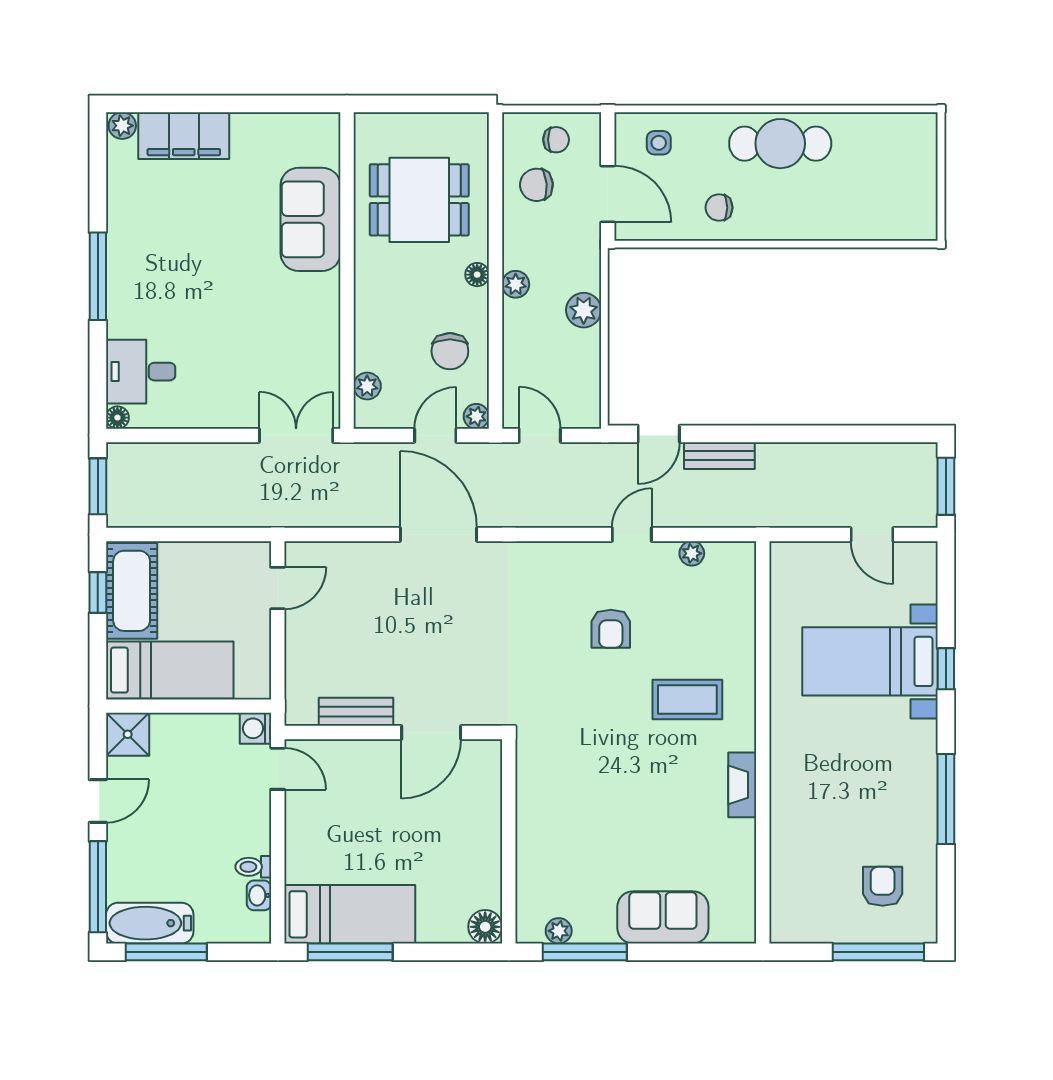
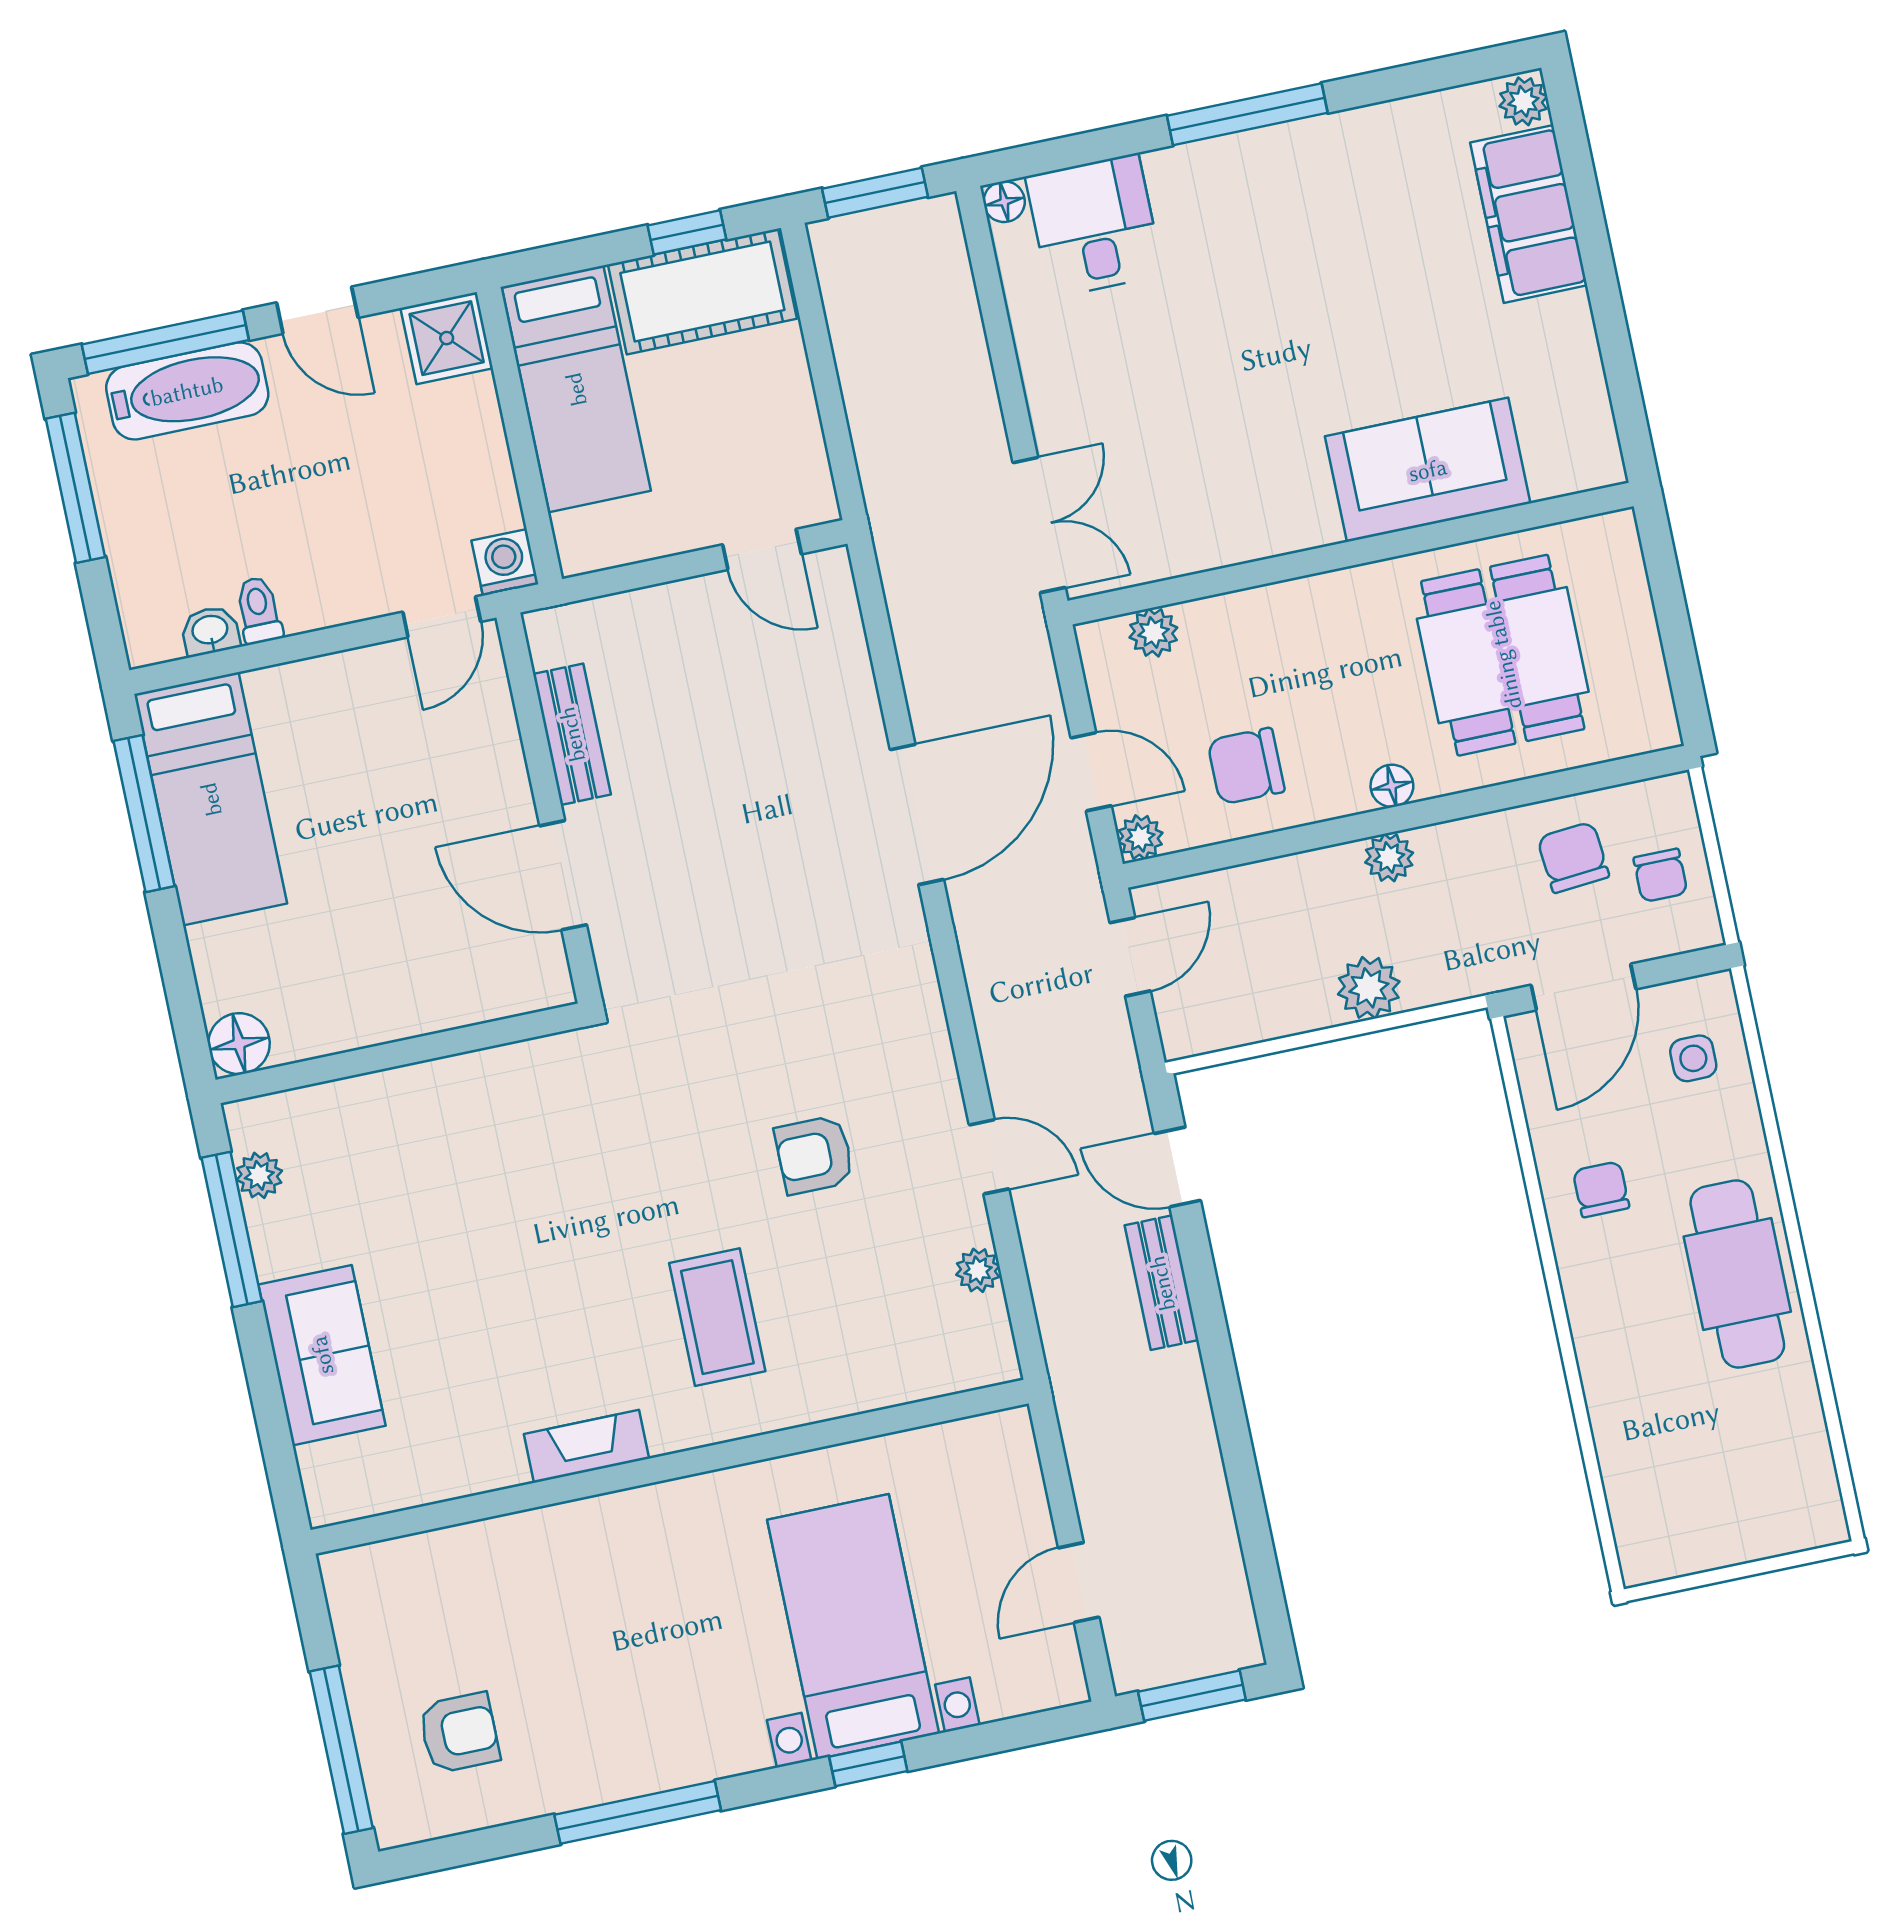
bathtub: (150, 923) -> (187, 391), moved, turned 90

